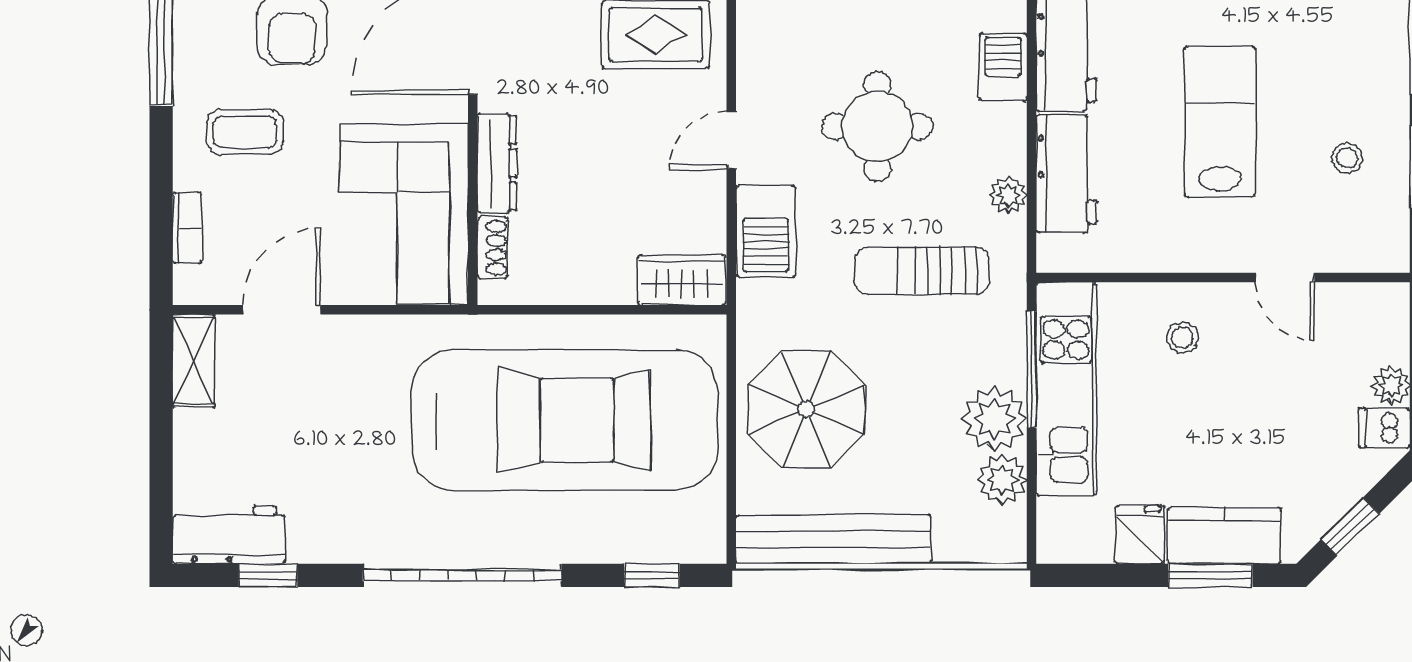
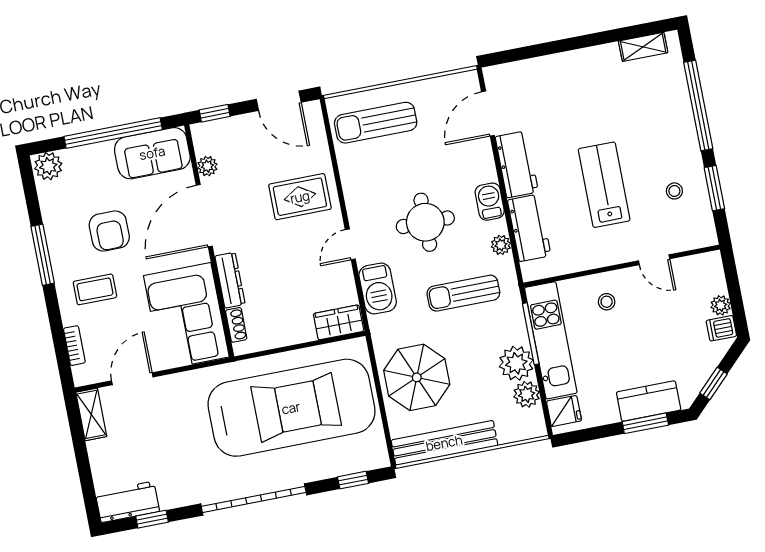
barbecue: (1003, 67) -> (490, 202), moved
fridge: (1140, 535) -> (564, 411), moved, turned 90

